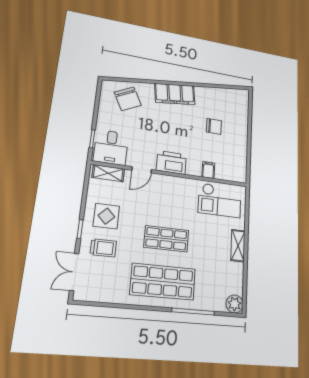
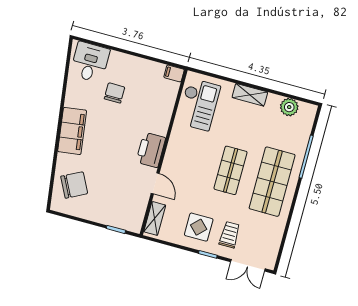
desk: (111, 147) -> (90, 62), moved, turned -90
filing cabinet: (208, 170) -> (174, 73), moved
plant: (235, 304) -> (289, 107), moved

